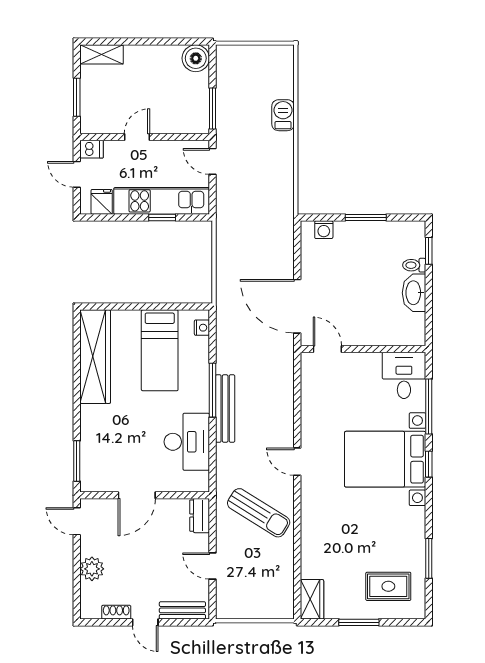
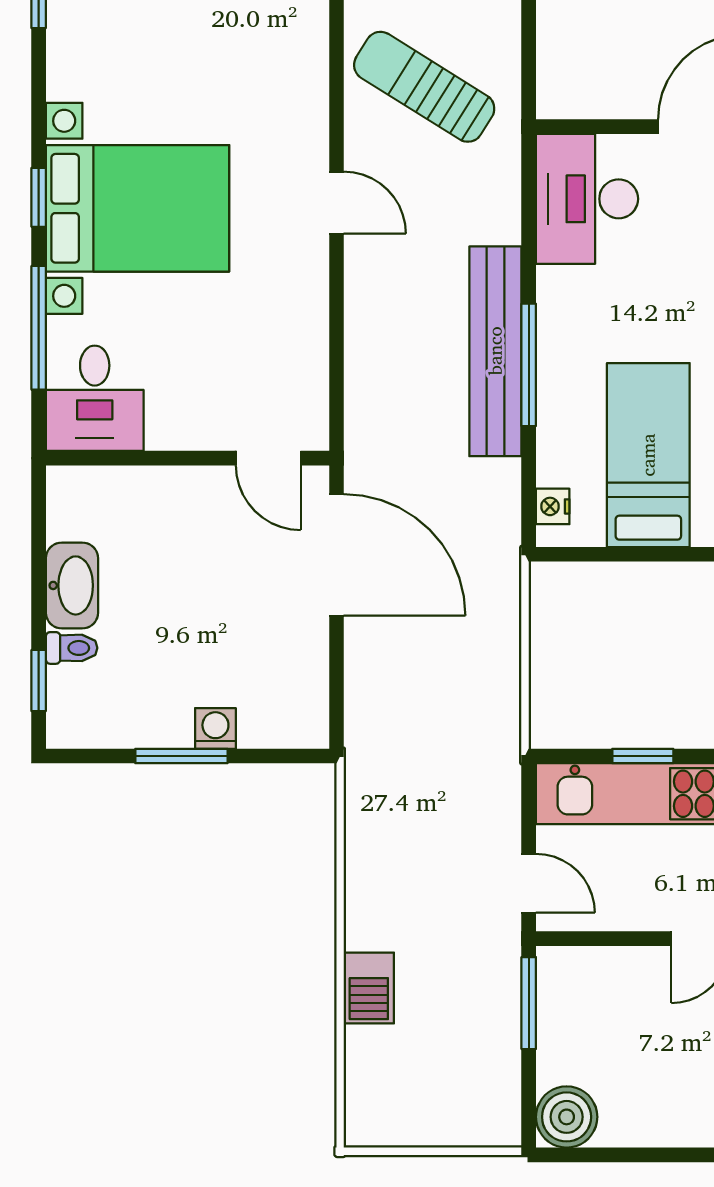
washing machine: (324, 230) -> (215, 728), moved
bench: (225, 408) -> (495, 351), width x1.37, depth x1.21
desk: (187, 442) -> (587, 199), moved
dresser: (200, 516) -> (558, 80), removed

